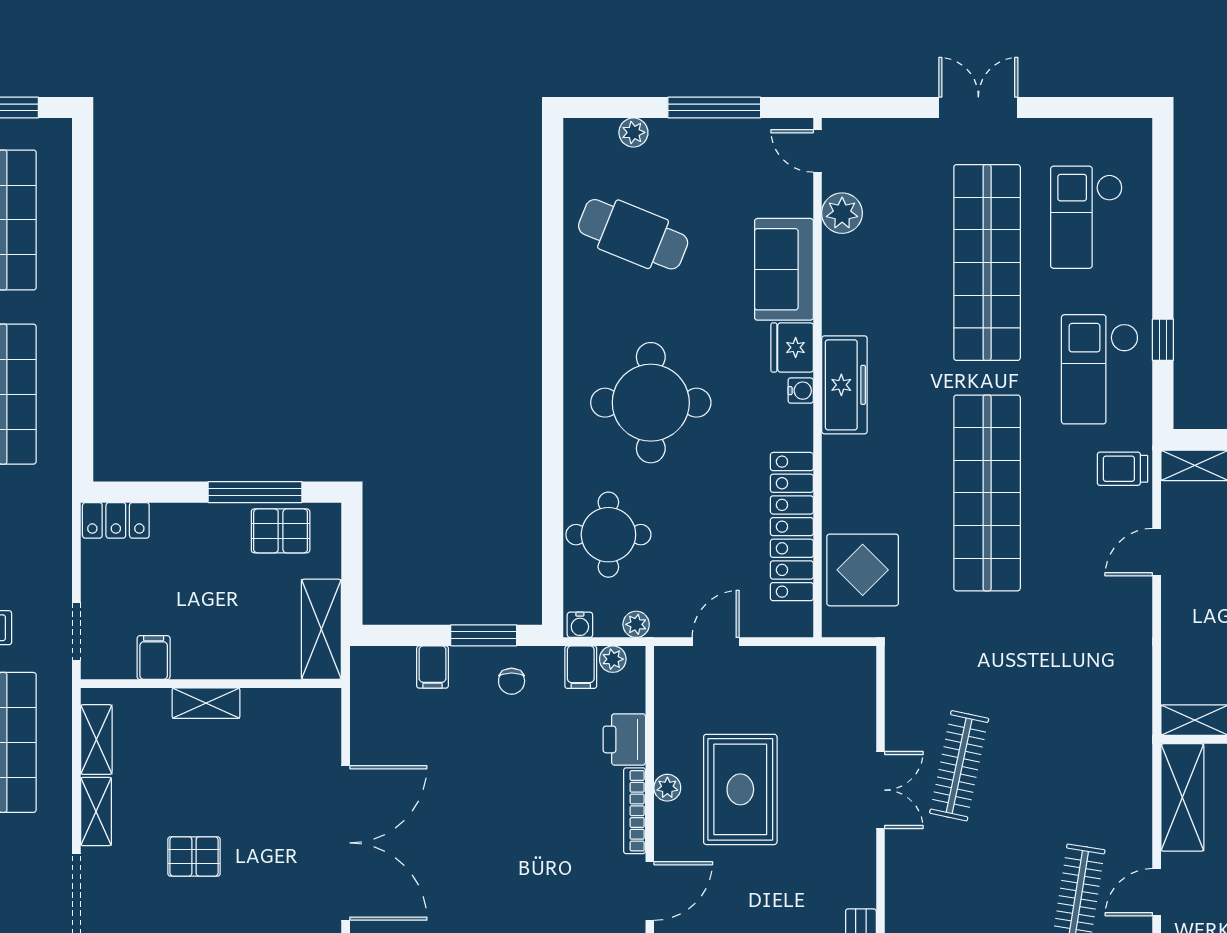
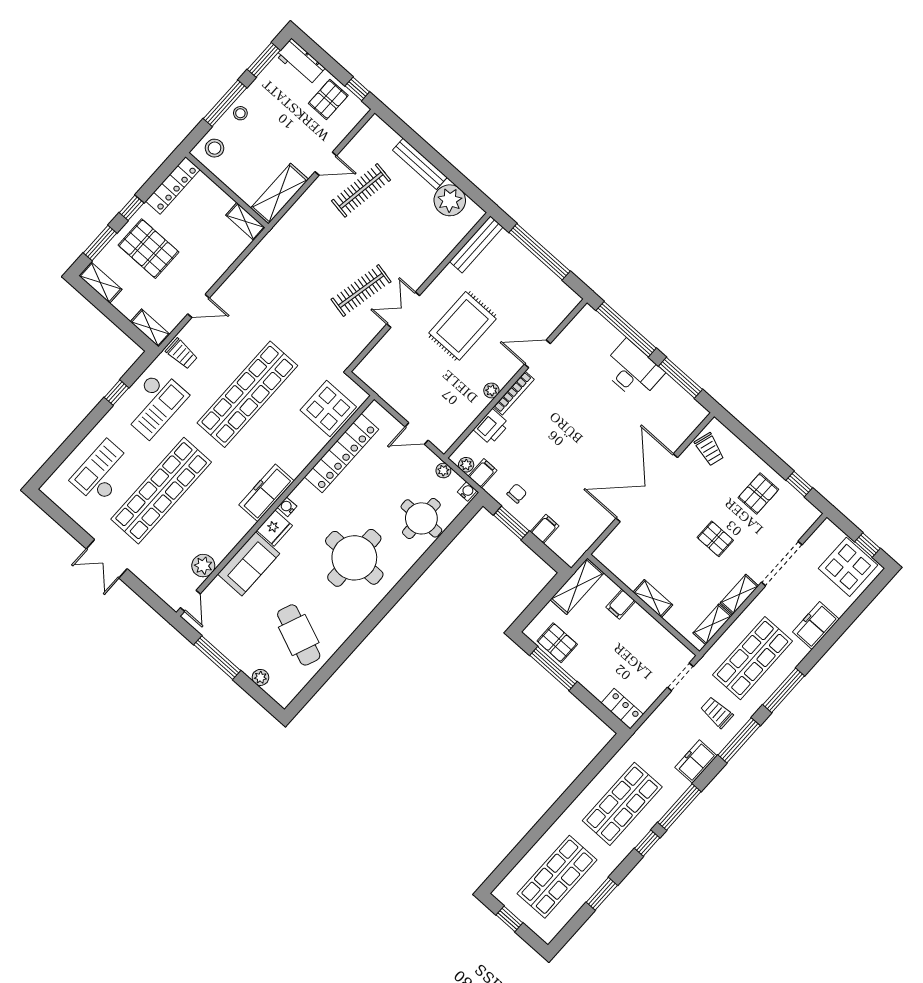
checkout: (1086, 217) -> (103, 472), turned 180
filing cabinet: (154, 658) -> (621, 604), moved
rug: (740, 789) -> (463, 326), moved

